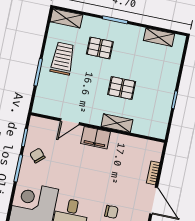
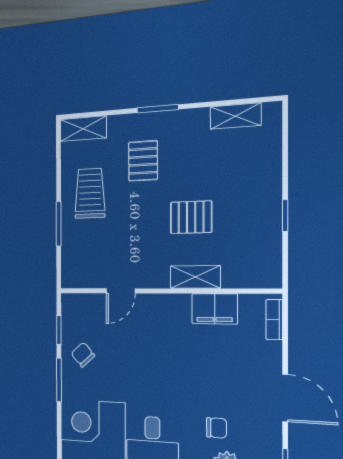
pallet: (100, 48) -> (143, 161), turned 90
filing cabinet: (96, 138) -> (215, 309), moved
bookcase: (153, 173) -> (274, 320), moved

